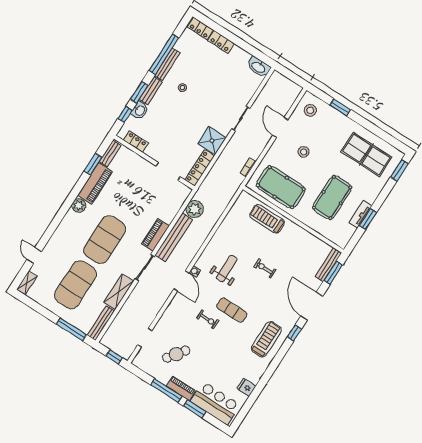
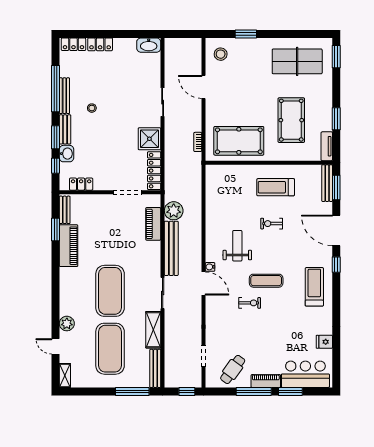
stool: (304, 152) -> (239, 96), removed
plant: (79, 206) -> (67, 324), moved
tv unit: (361, 214) -> (327, 146), moved
treadmill: (267, 219) -> (276, 187), moved
piano: (155, 235) -> (153, 224), moved
cafe table: (176, 354) -> (233, 369), moved

